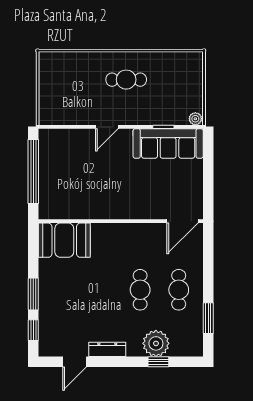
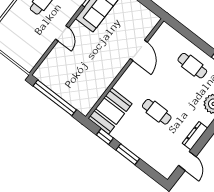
door: (182, 221) -> (139, 50), moved
cafe table: (140, 290) -> (157, 112), moved
window: (33, 330) -> (105, 137), moved

